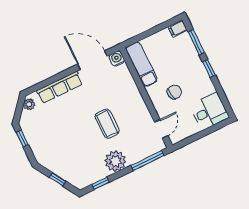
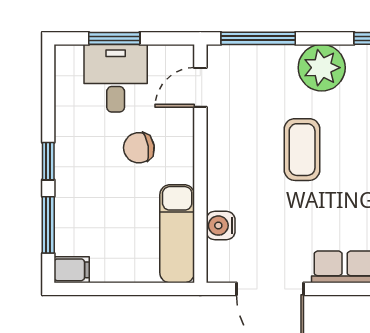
water cooler: (117, 59) -> (221, 226), moved, turned 90
desk: (210, 111) -> (116, 78), moved, turned 90
window: (206, 132) -> (114, 38), added

